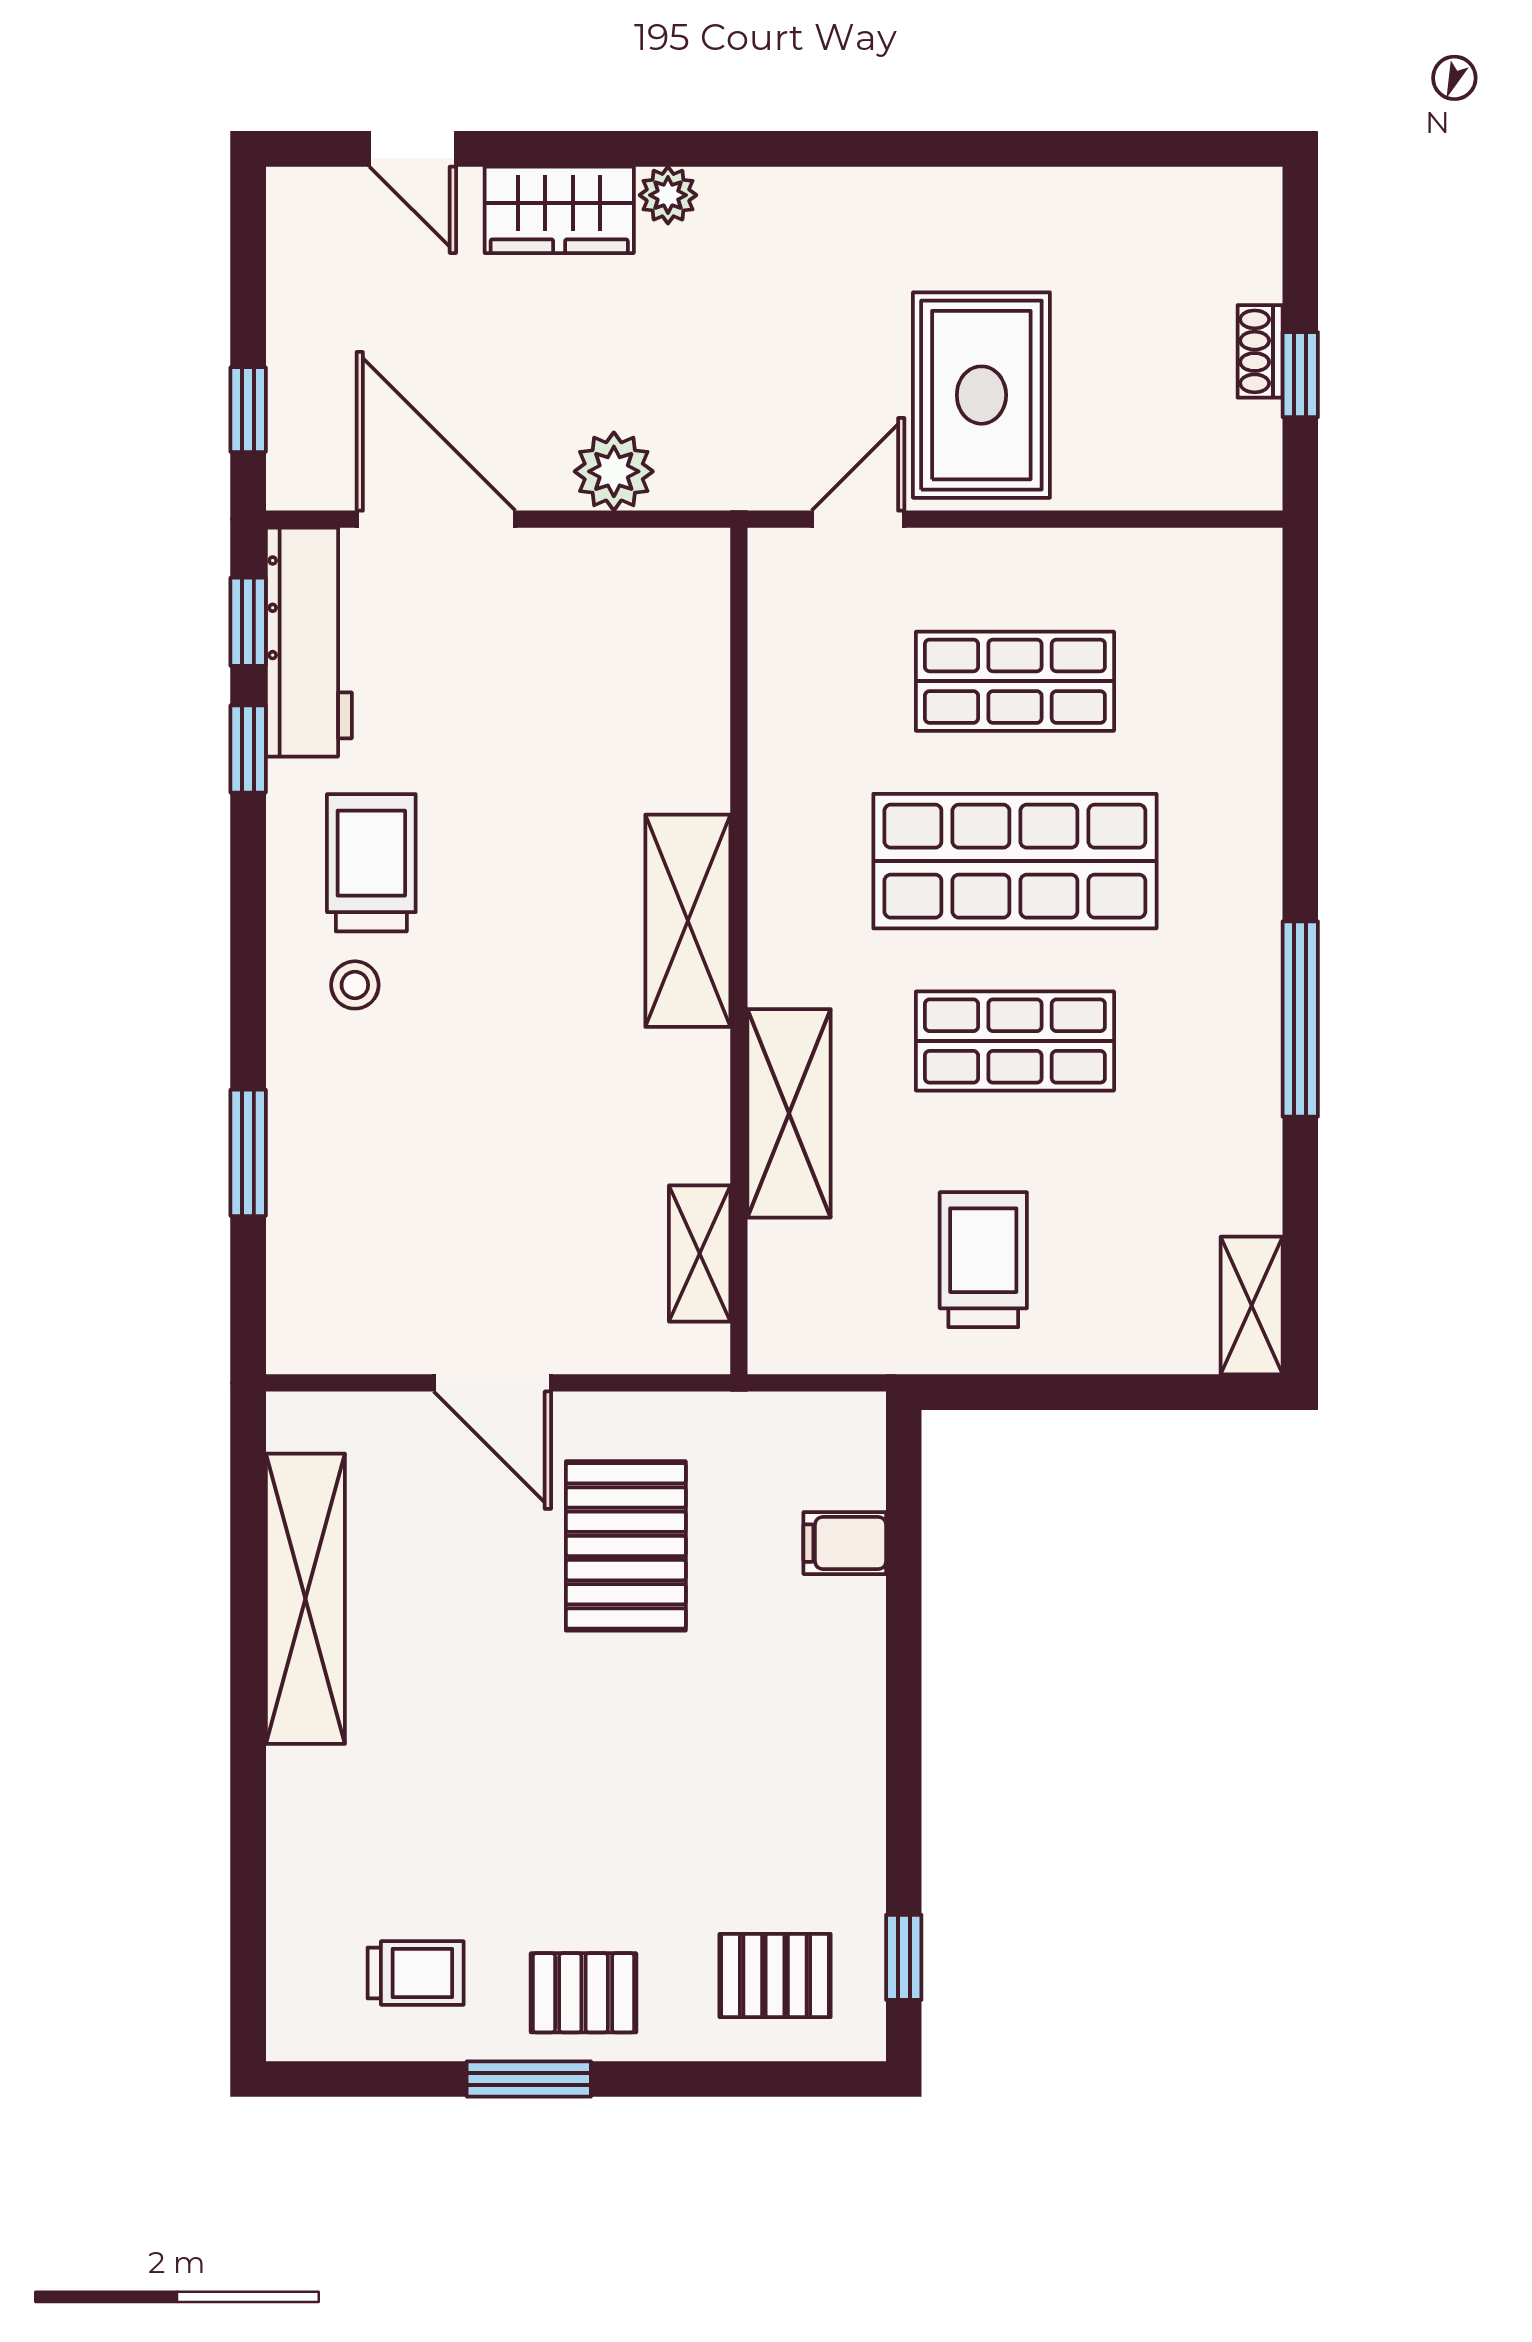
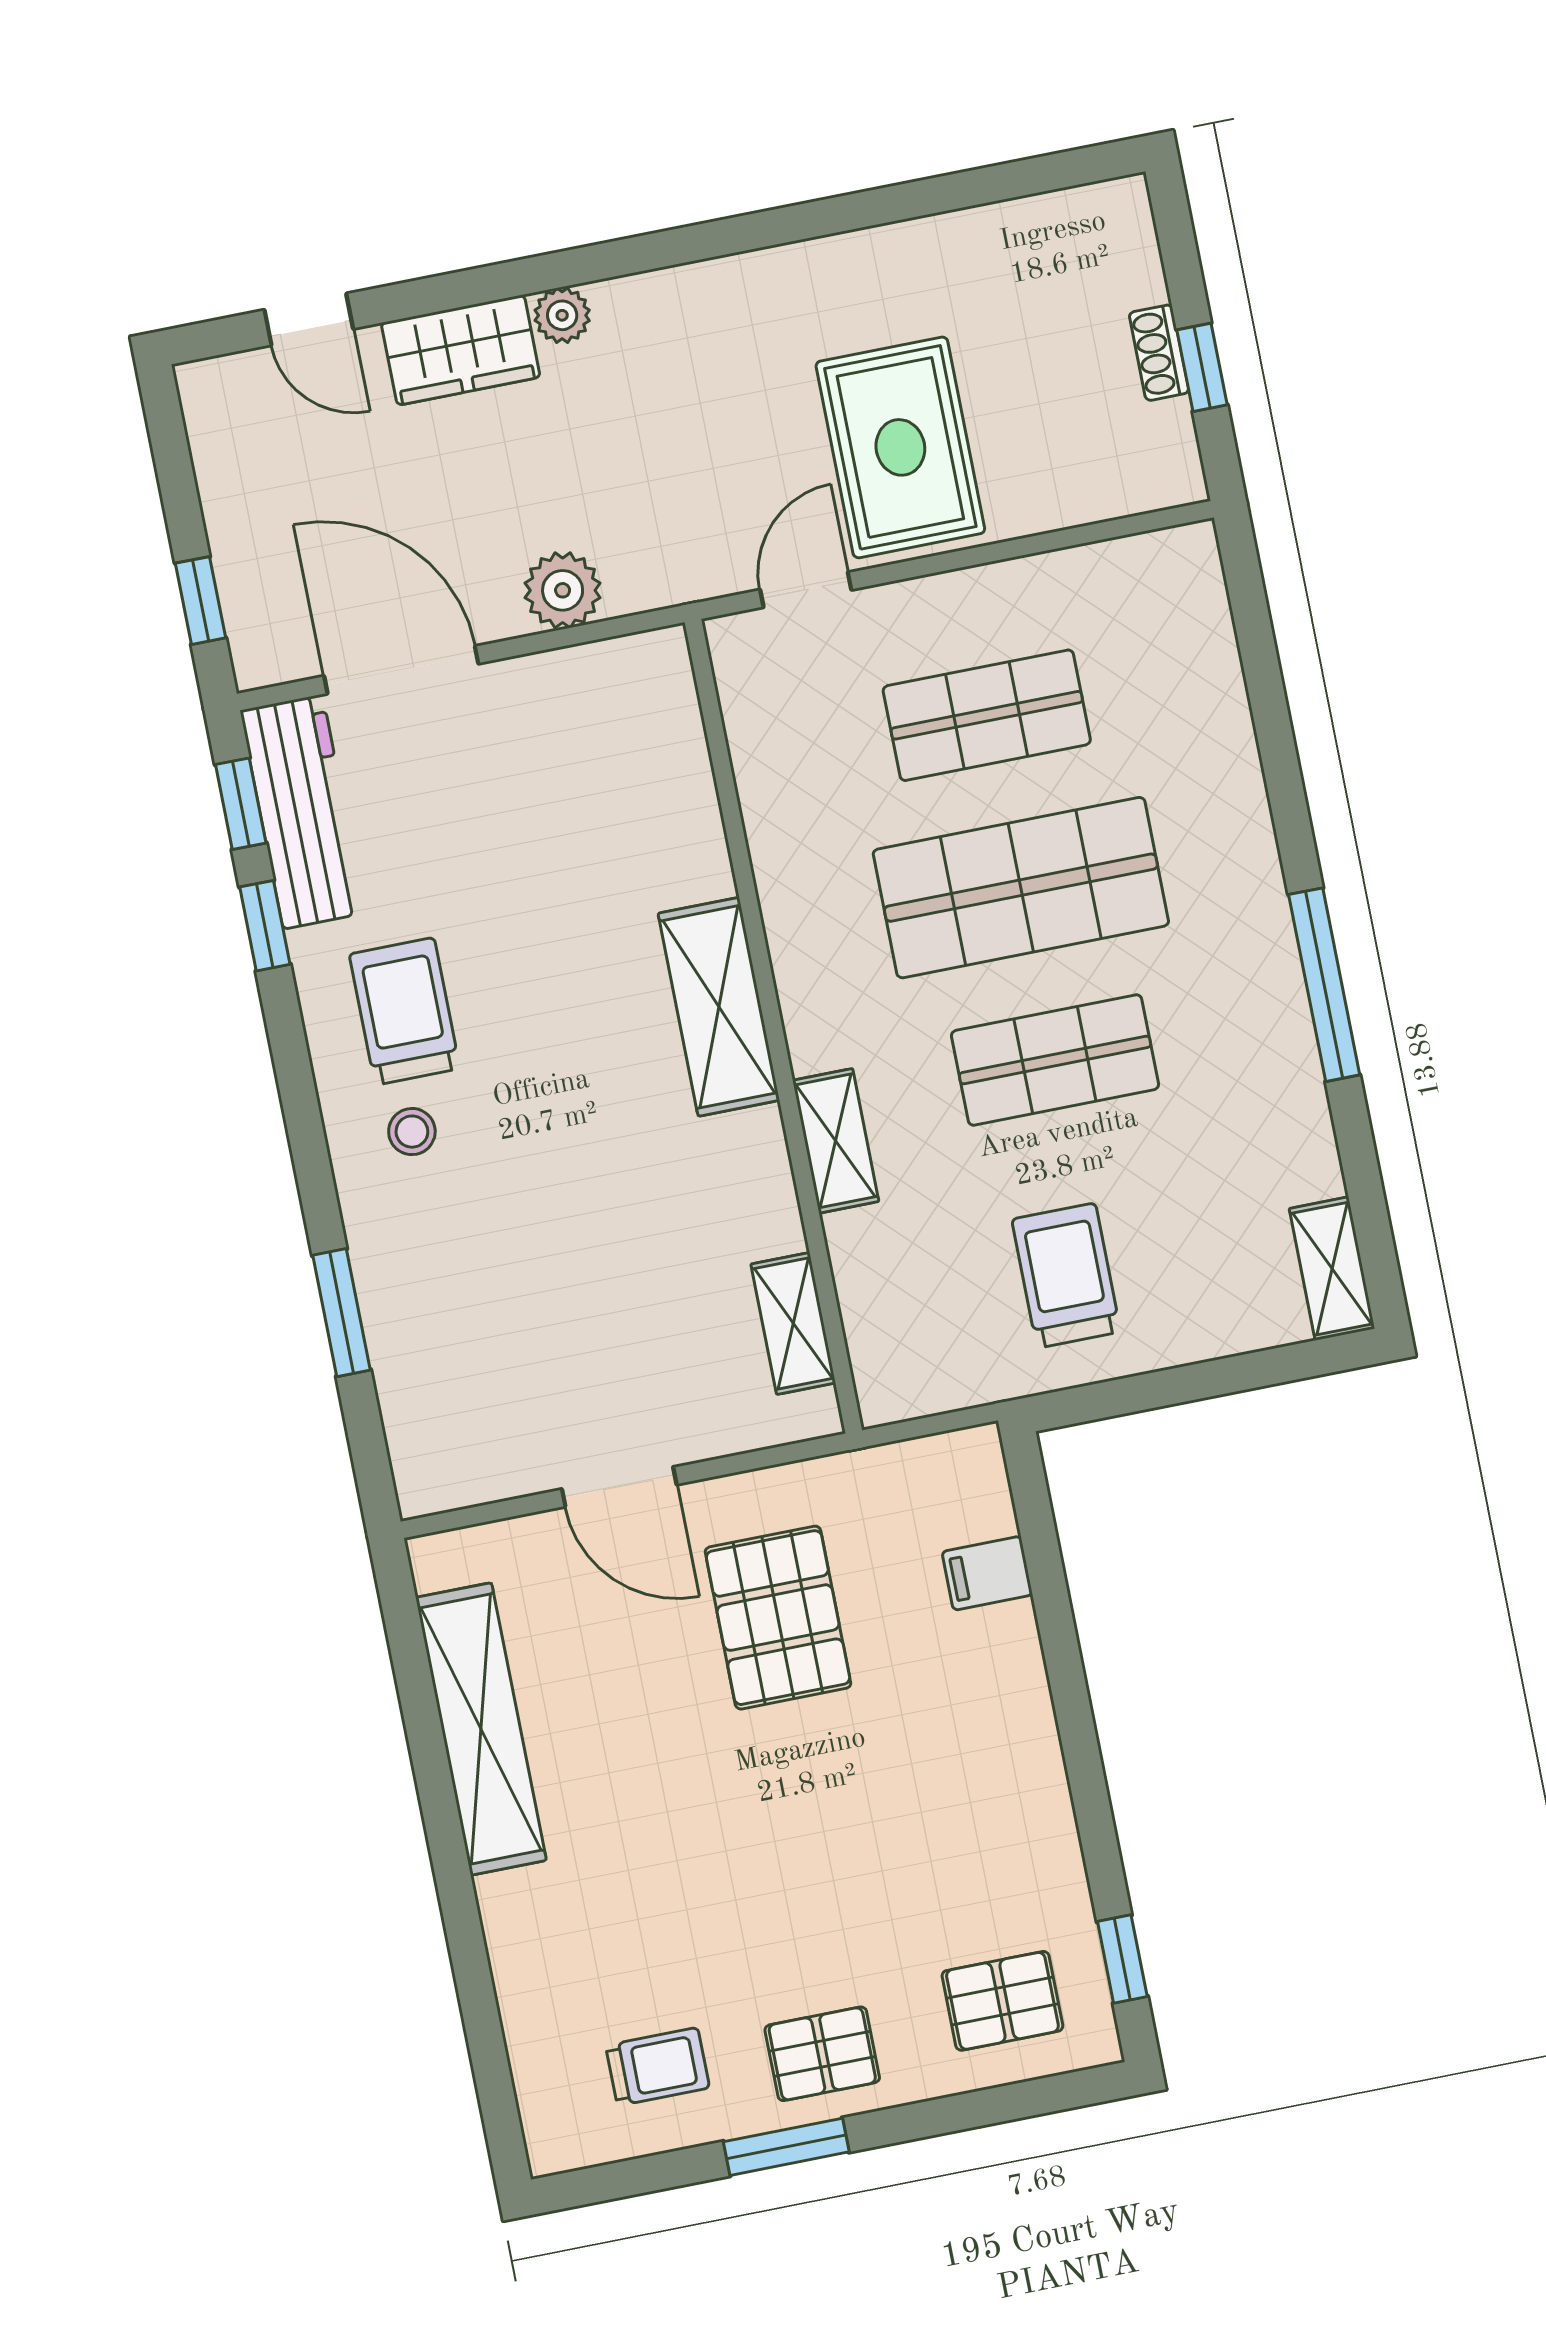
shelving: (789, 1113) -> (836, 1141), width x0.67, depth x0.75

